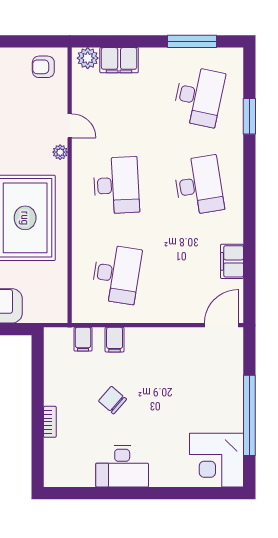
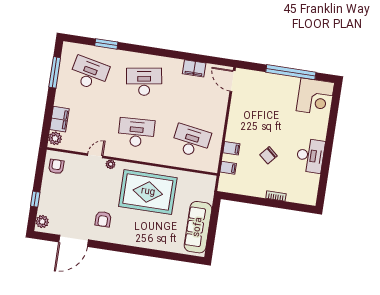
armchair: (43, 67) -> (56, 167), turned 180

